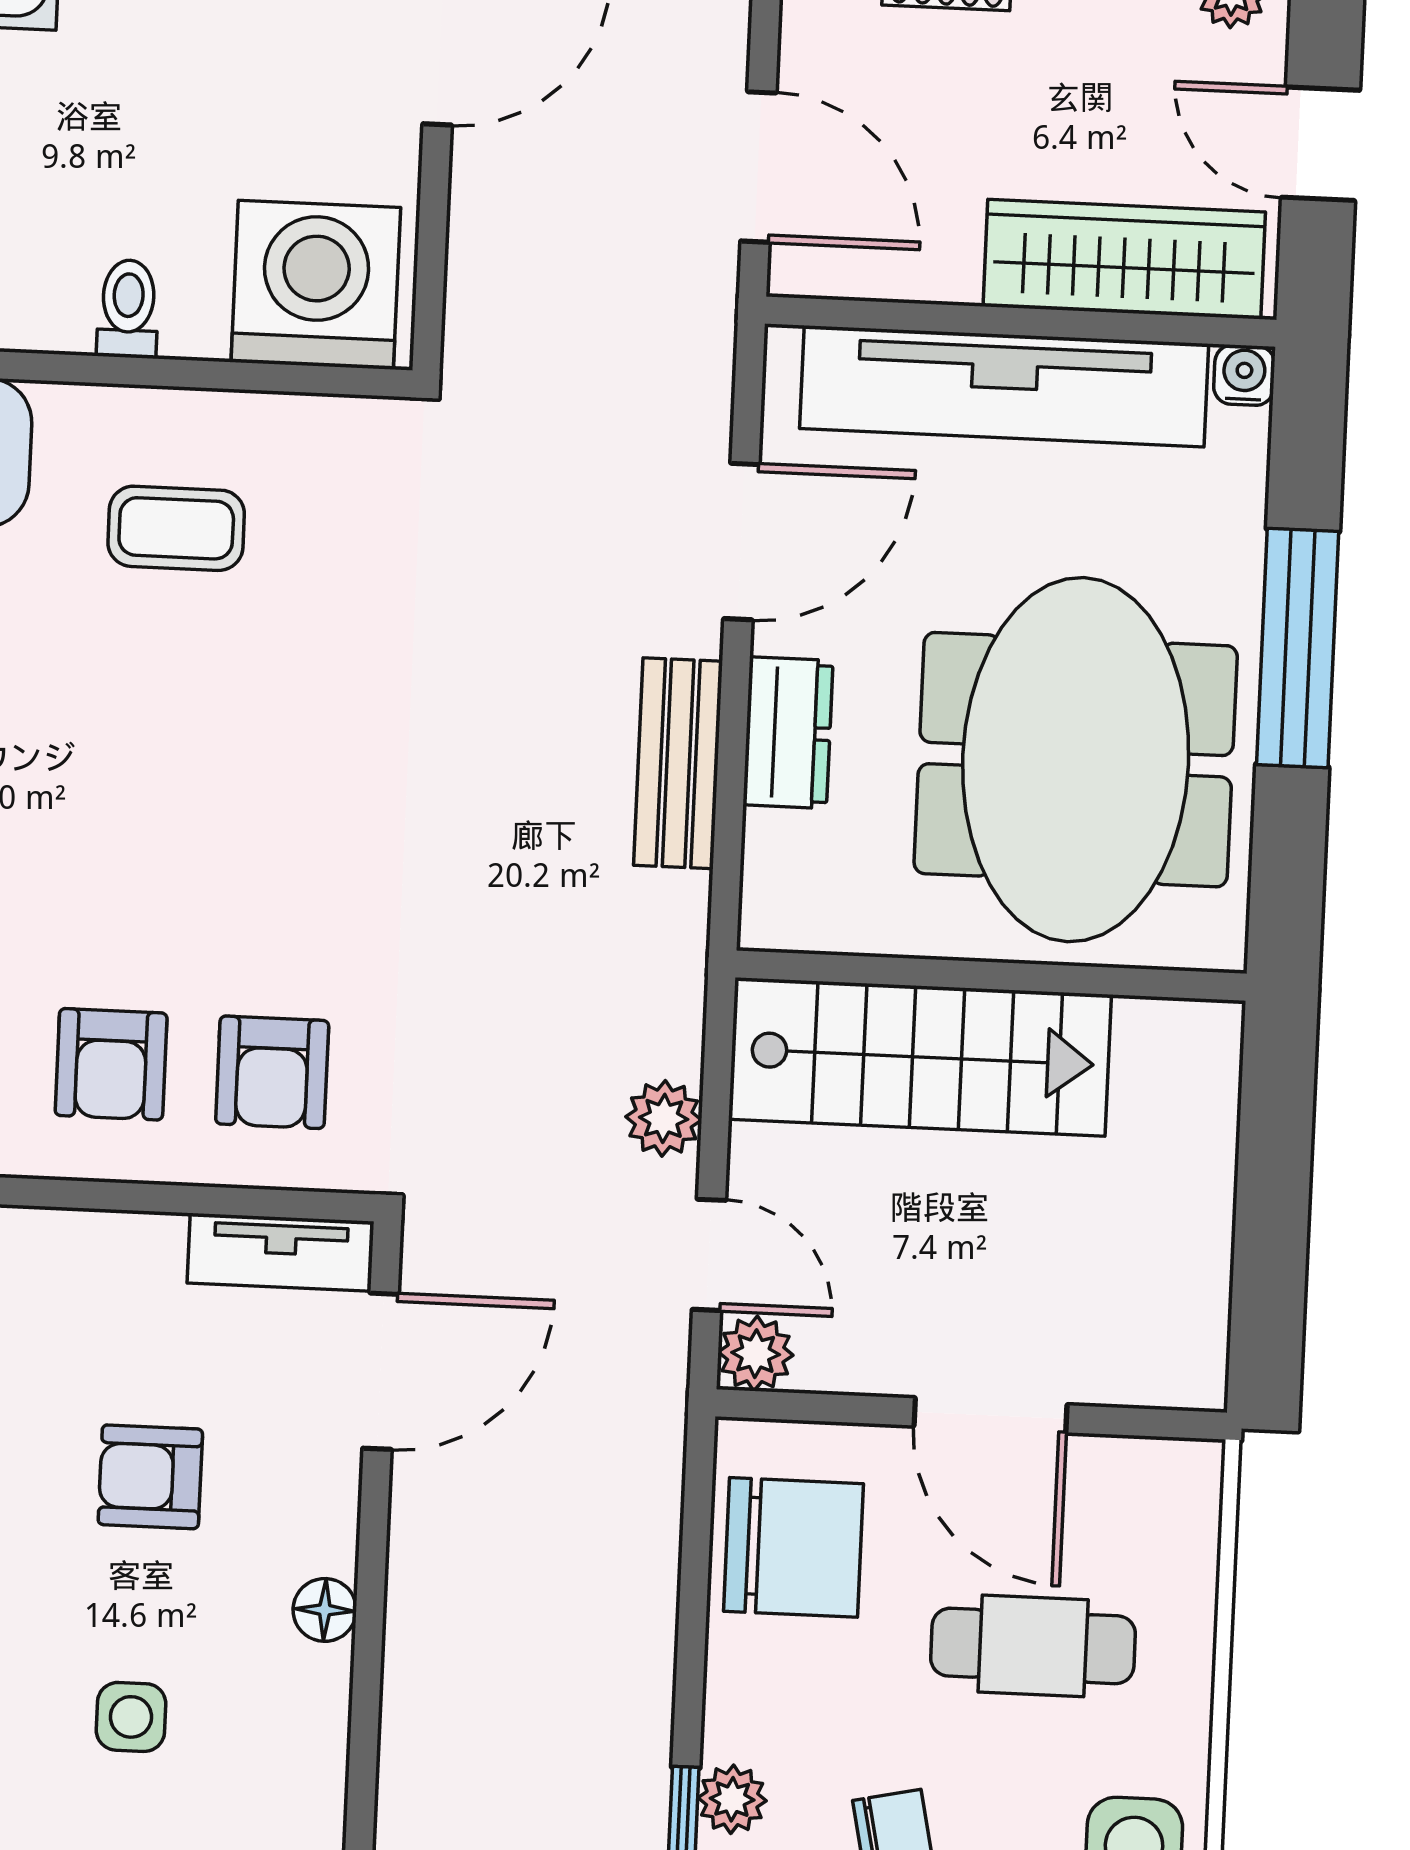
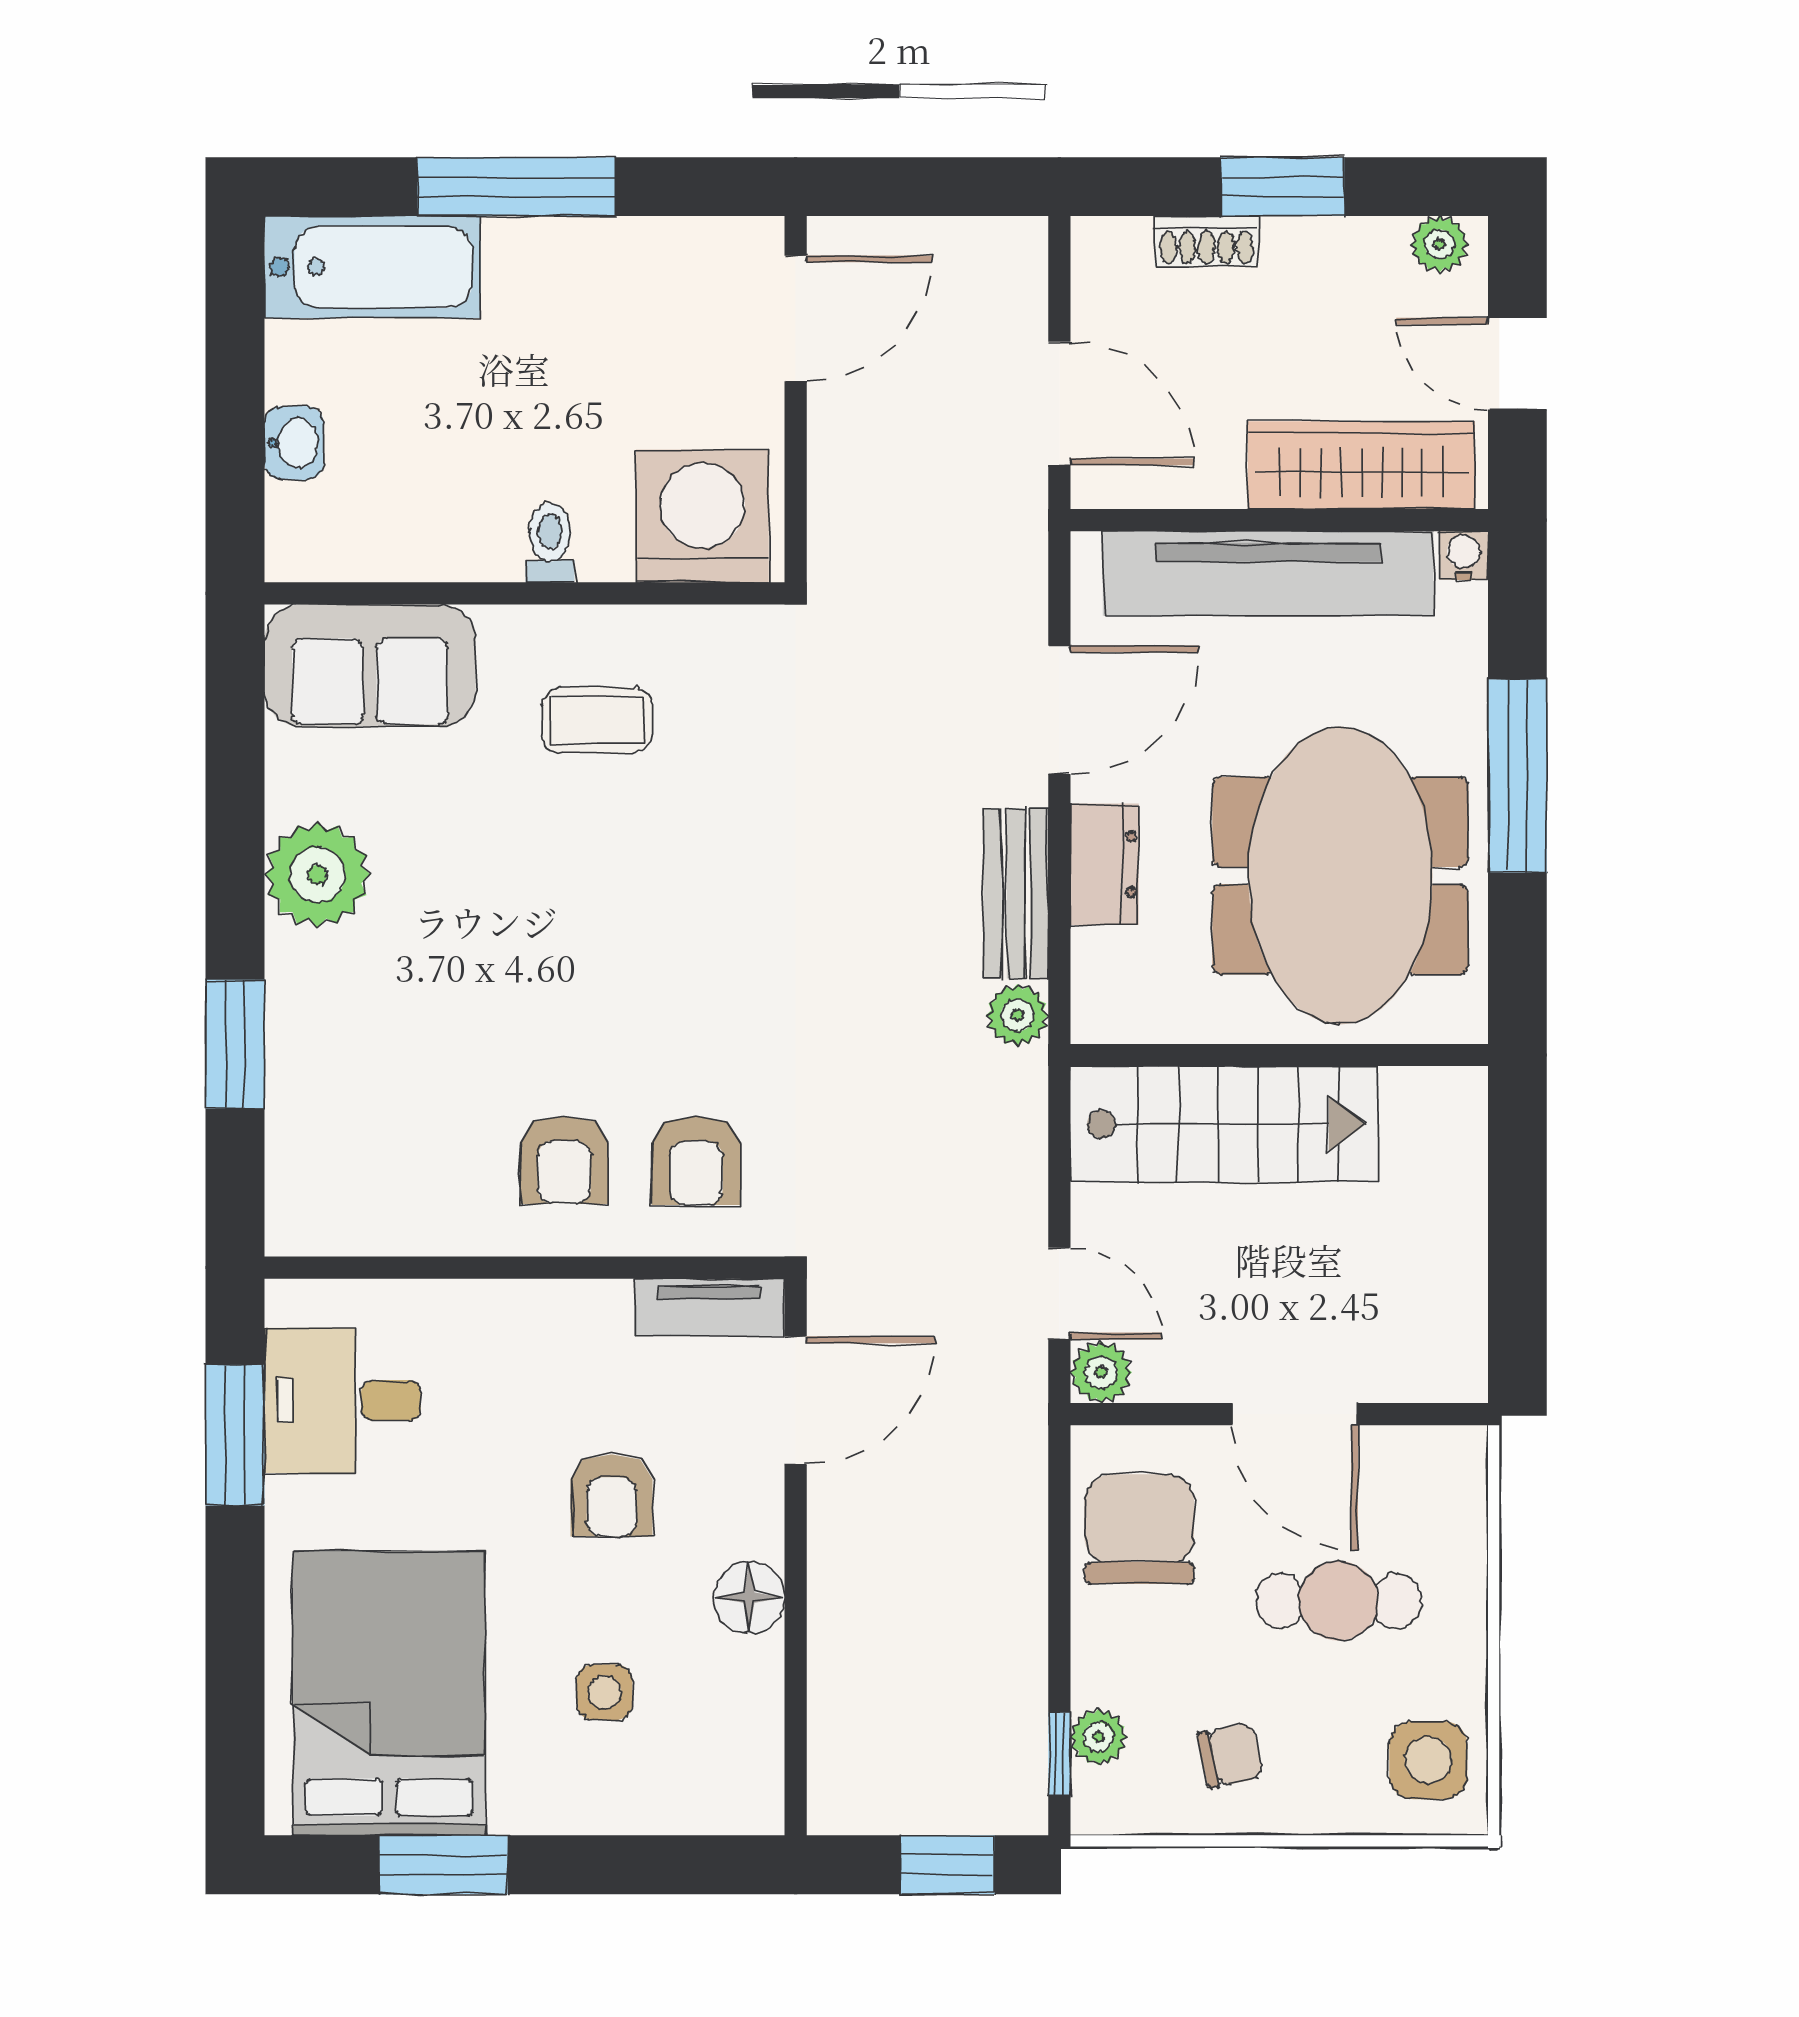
plant: (664, 1118) -> (1017, 1015), moved
armchair: (150, 1477) -> (612, 1495), turned -90
chair: (793, 1547) -> (1139, 1529), turned -90
floor lamp: (325, 1610) -> (749, 1598), width x1.37, depth x1.37

